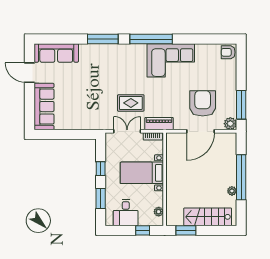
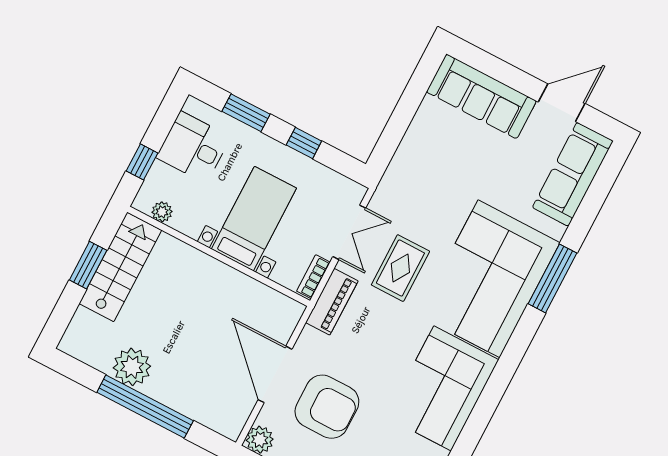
window: (151, 39) -> (504, 372), removed
corner sofa: (116, 65) -> (489, 279), added
plant: (232, 191) -> (132, 367), width x1.88, depth x1.88
stairs: (208, 217) -> (120, 267), moved
window: (186, 230) -> (88, 265), moved

